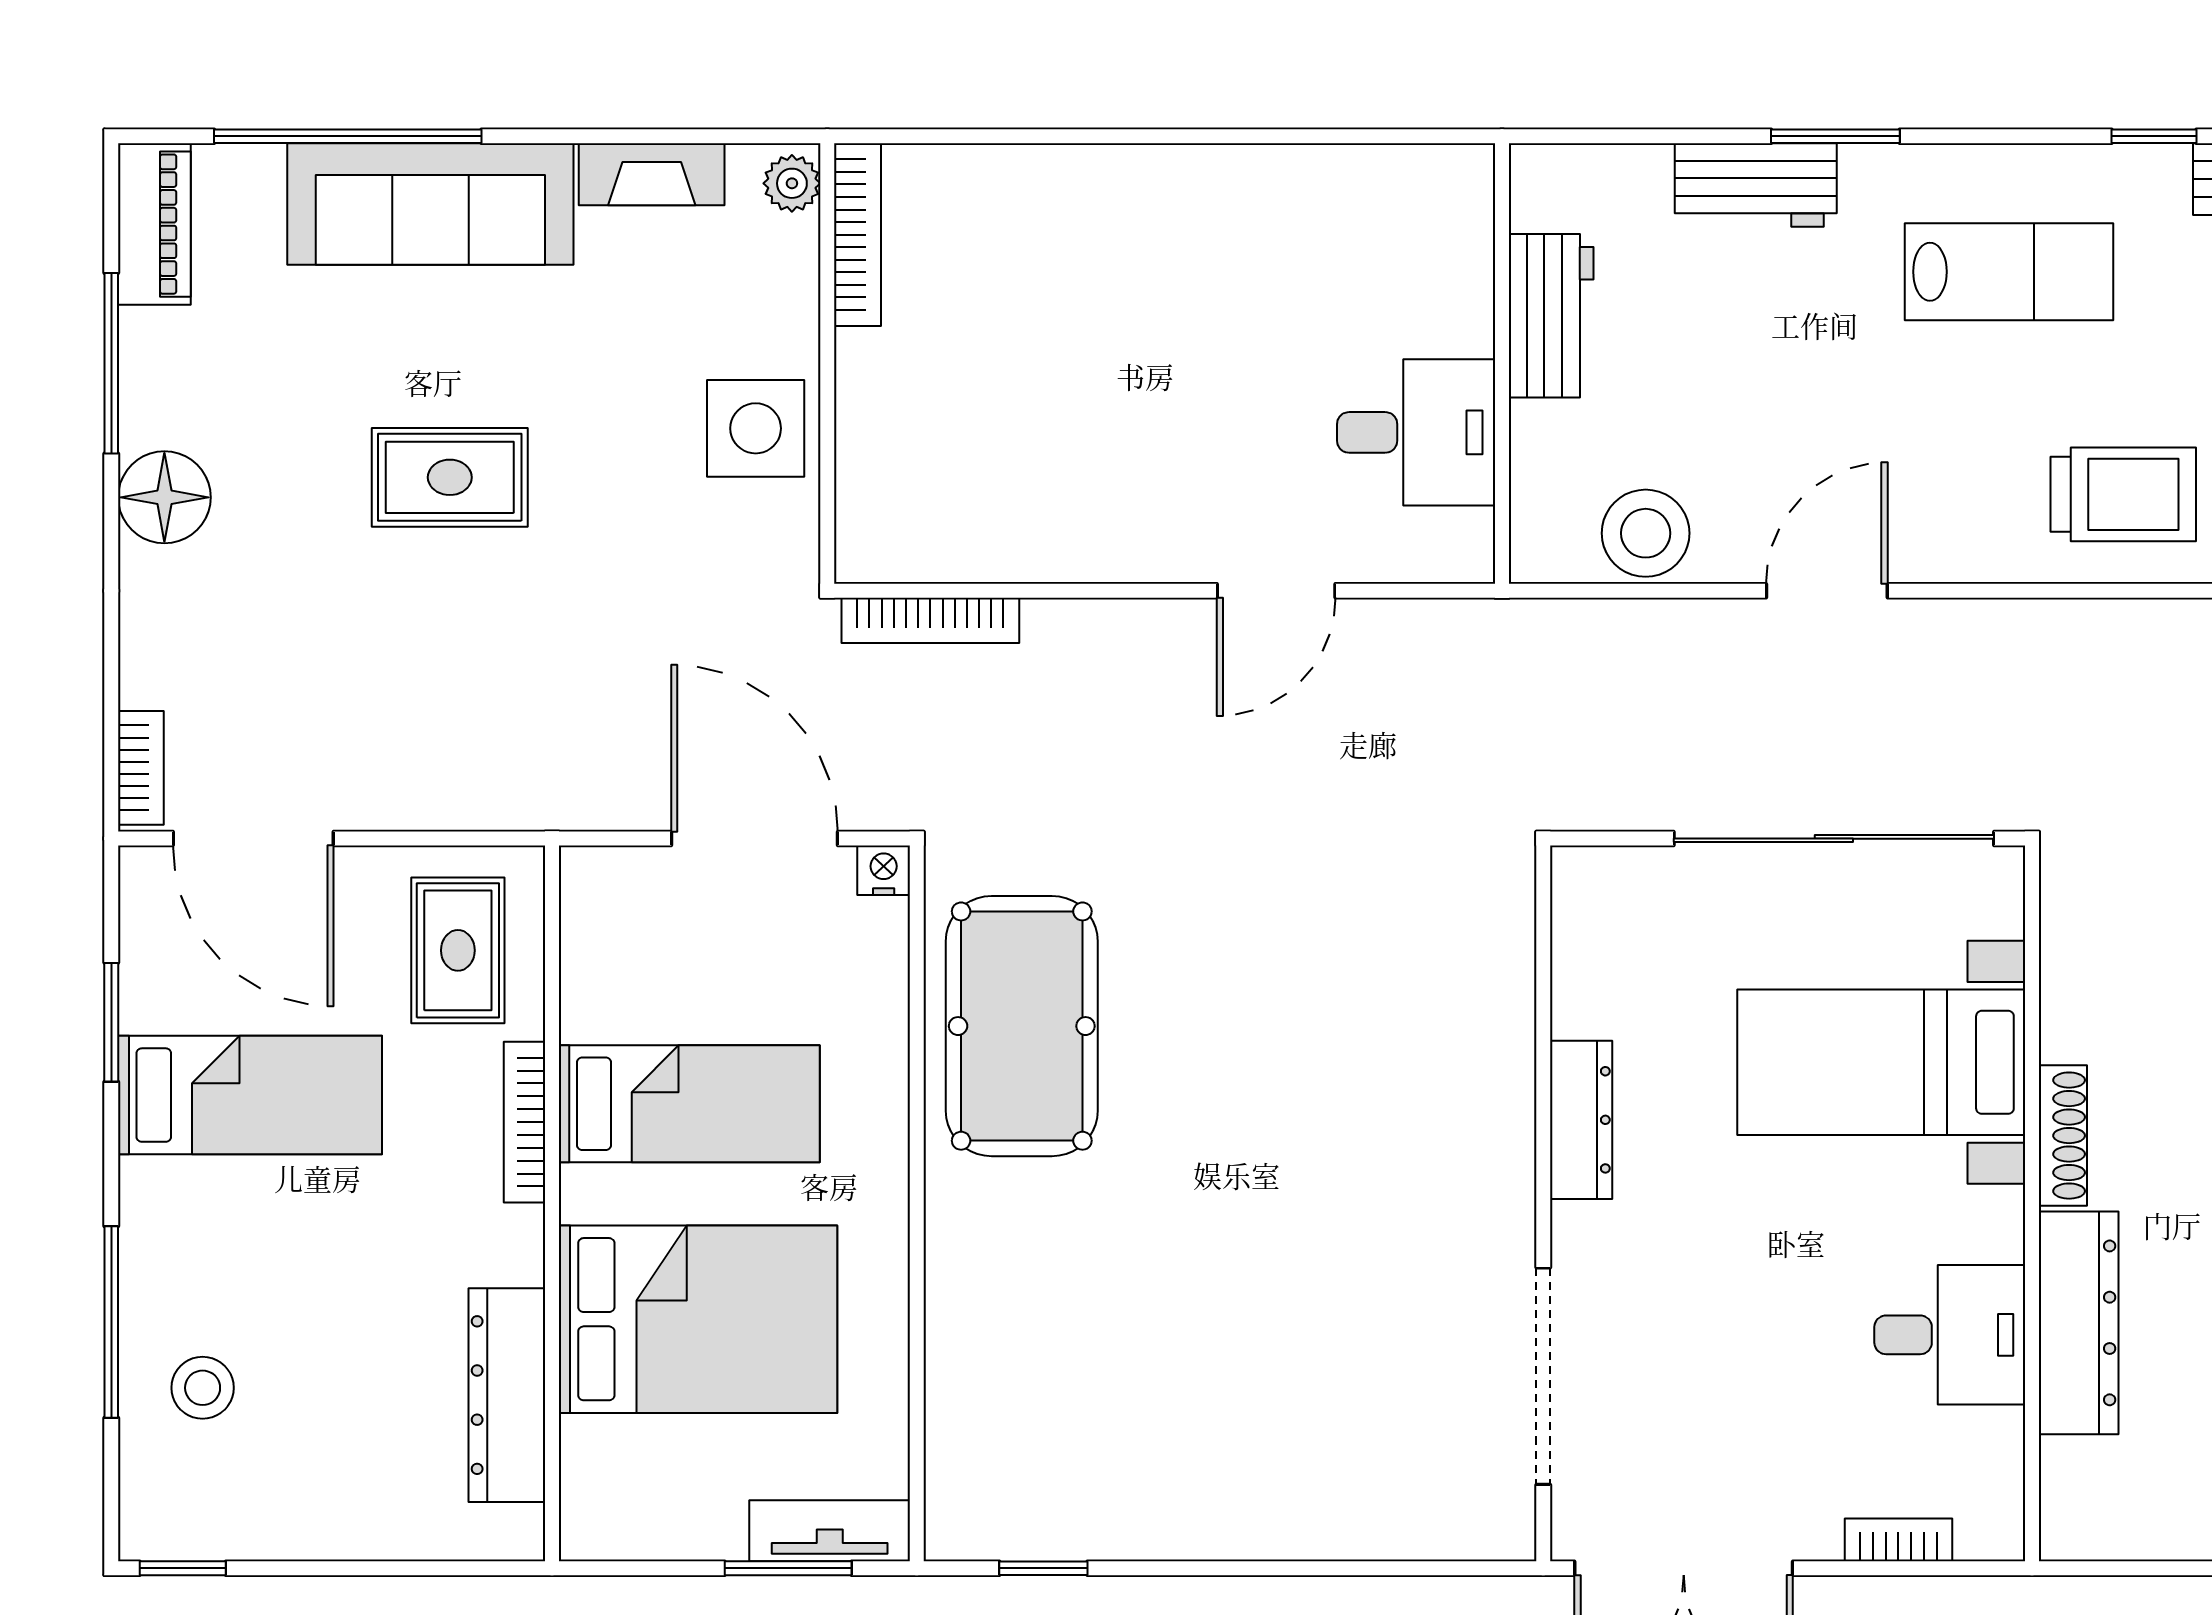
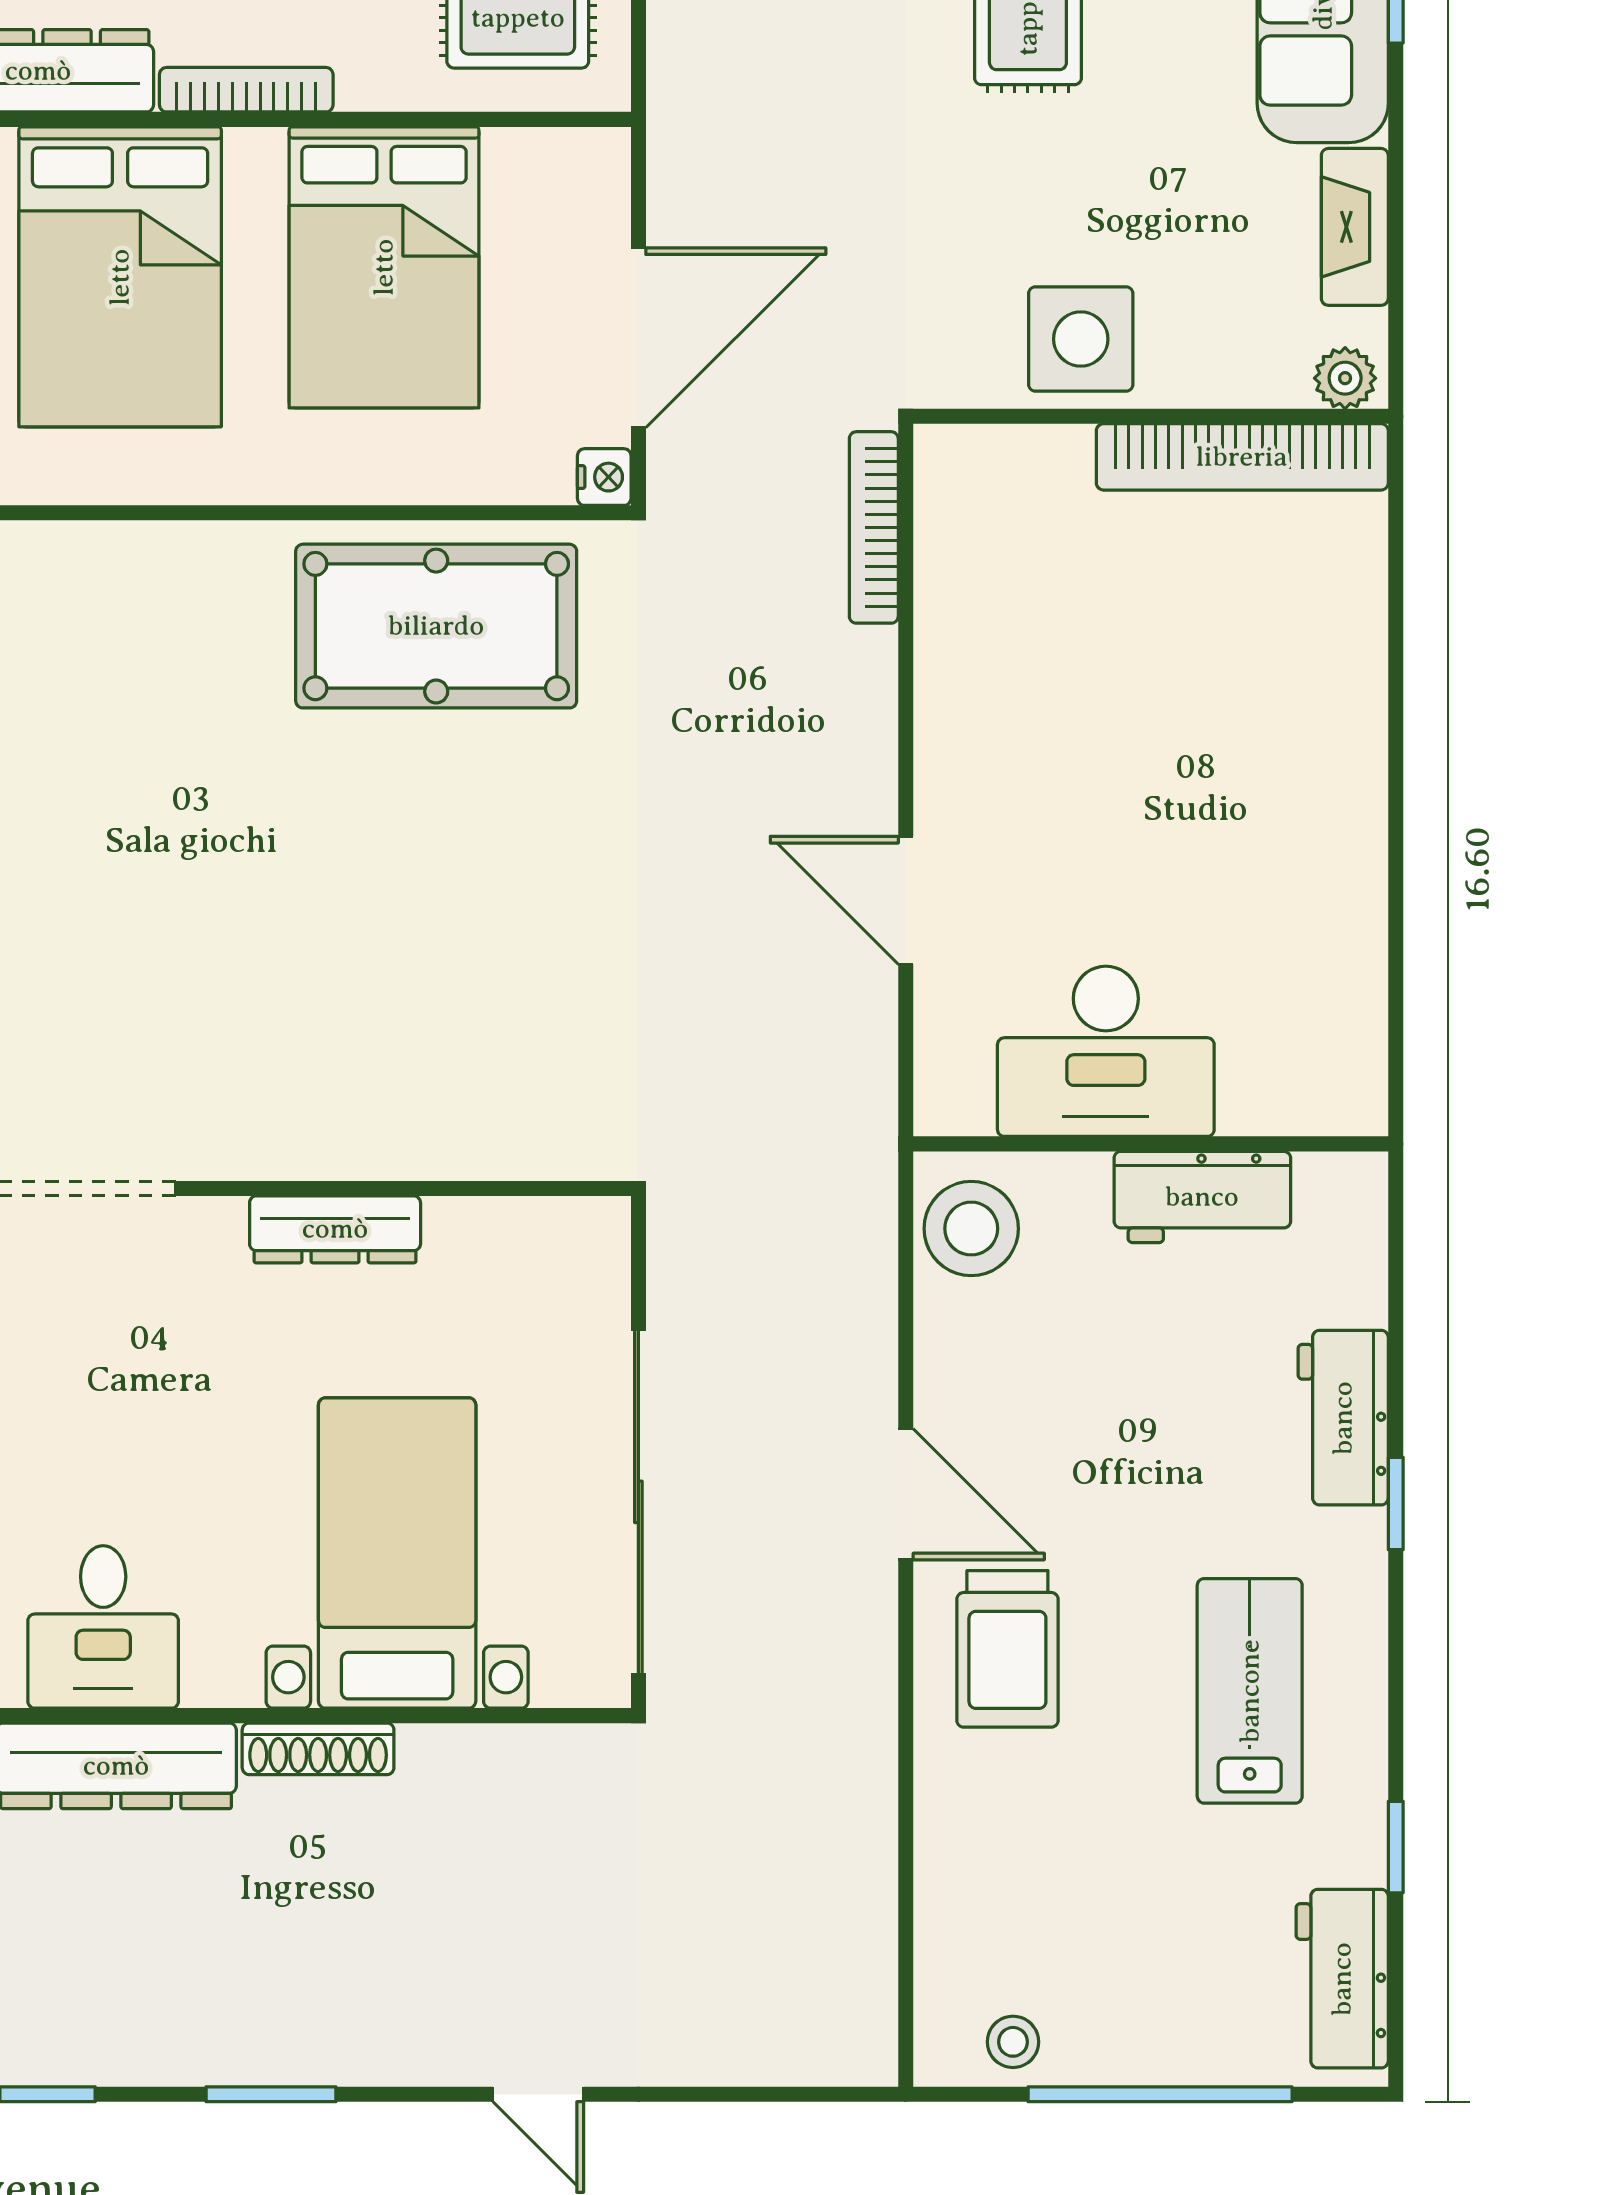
window: (1835, 136) -> (1396, 1503), width x0.67
bookcase: (858, 235) -> (1242, 457), width x1.48, depth x1.31
lab bench: (2009, 272) -> (1250, 1691), turned 180
desk: (1416, 432) -> (1106, 1051), width x1.37
trolley: (2123, 494) -> (1007, 1649), moved
stool: (1646, 533) -> (971, 1229), moved
bed: (689, 1104) -> (384, 267), width x1.50
bookcase: (524, 1122) -> (246, 90), moved

